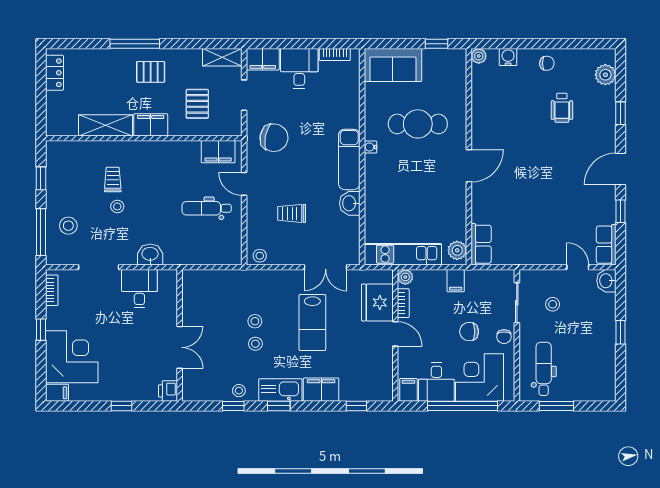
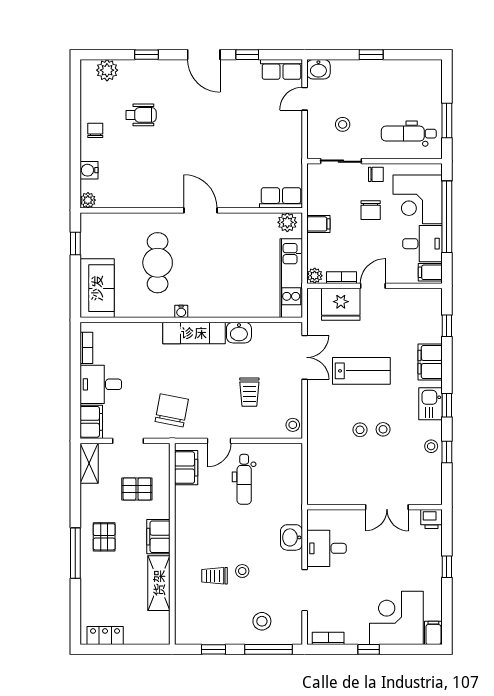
double door: (180, 347) -> (387, 507), swing flipped
kitchen sink: (280, 390) -> (431, 404), width x0.73

